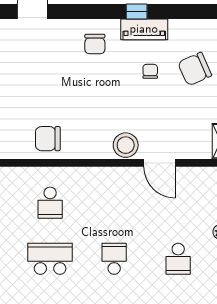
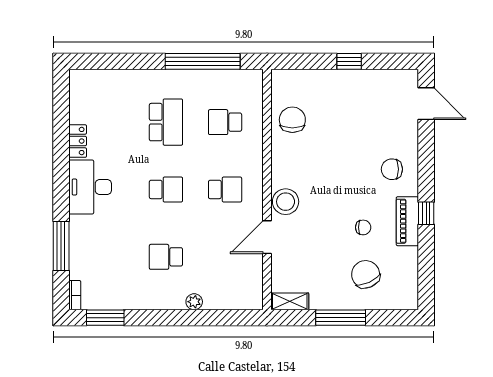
school desk: (114, 203) -> (225, 189), added

